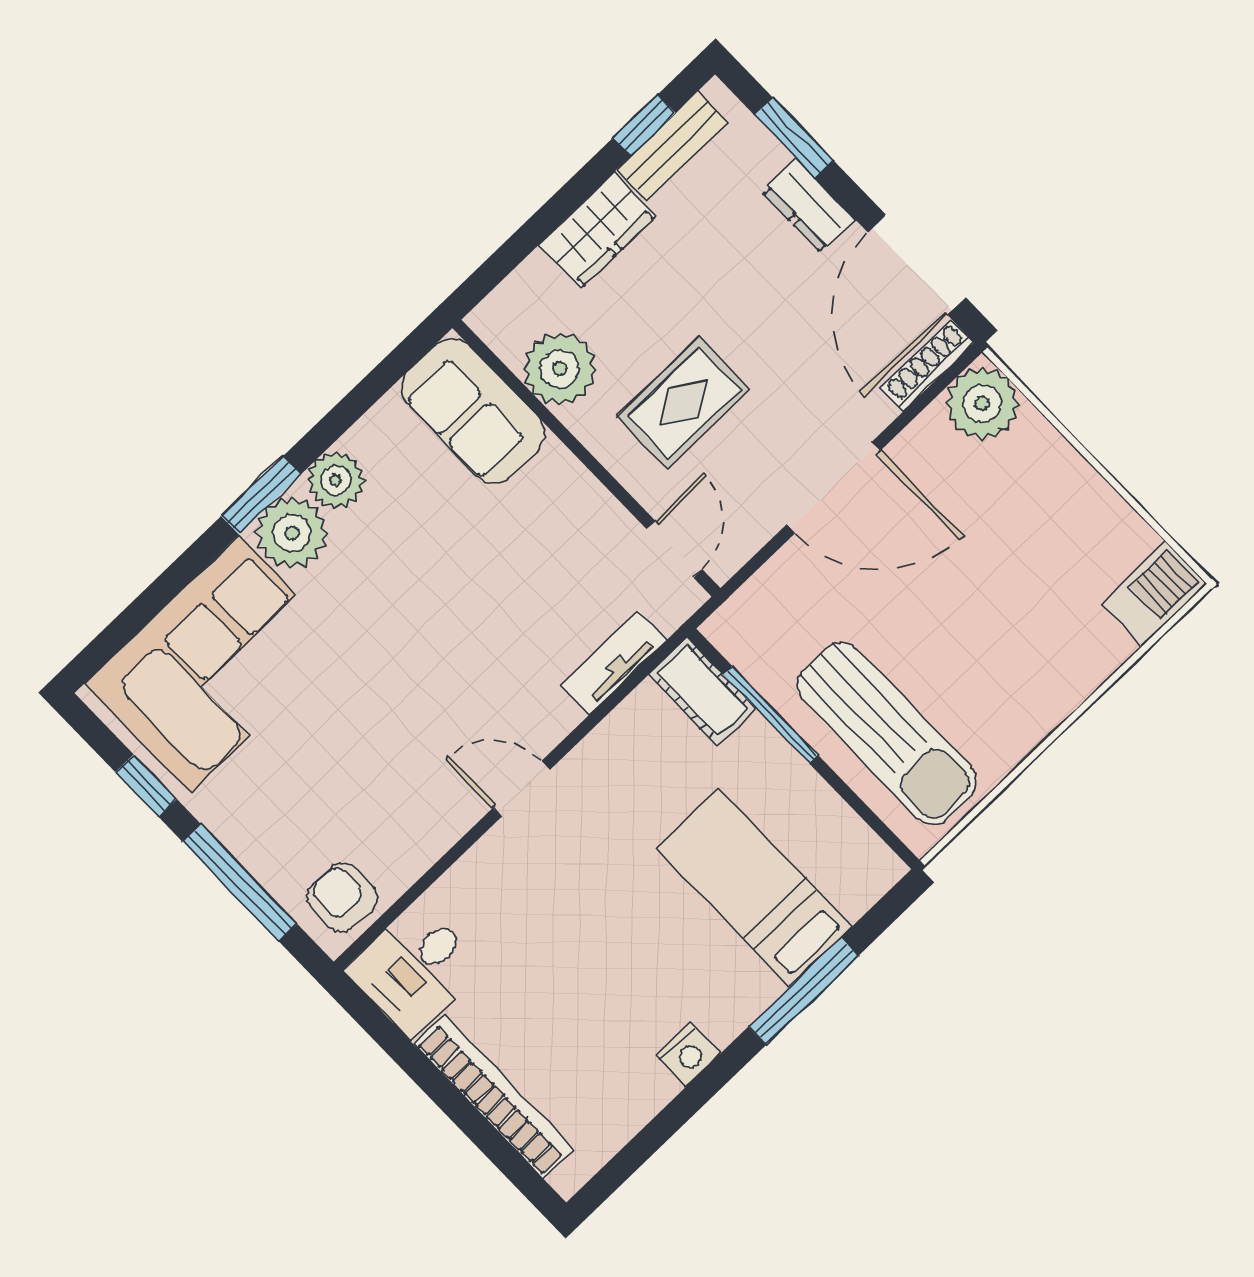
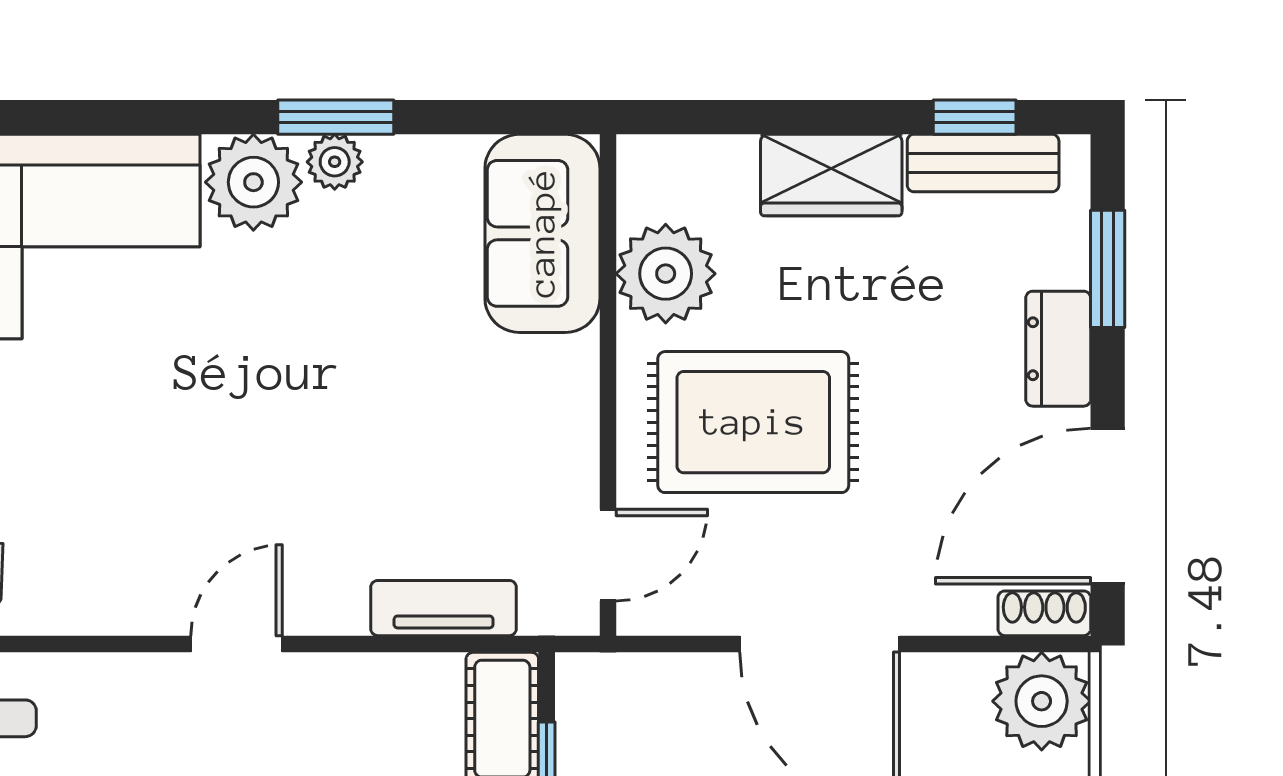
shoe rack: (927, 365) -> (1044, 613), width x0.70
rug: (683, 403) -> (753, 422), width x1.36, depth x1.43
plant: (336, 480) -> (335, 162), width x0.73, depth x0.73
window: (261, 495) -> (336, 117), moved
door: (522, 789) -> (237, 644), hinge flipped

